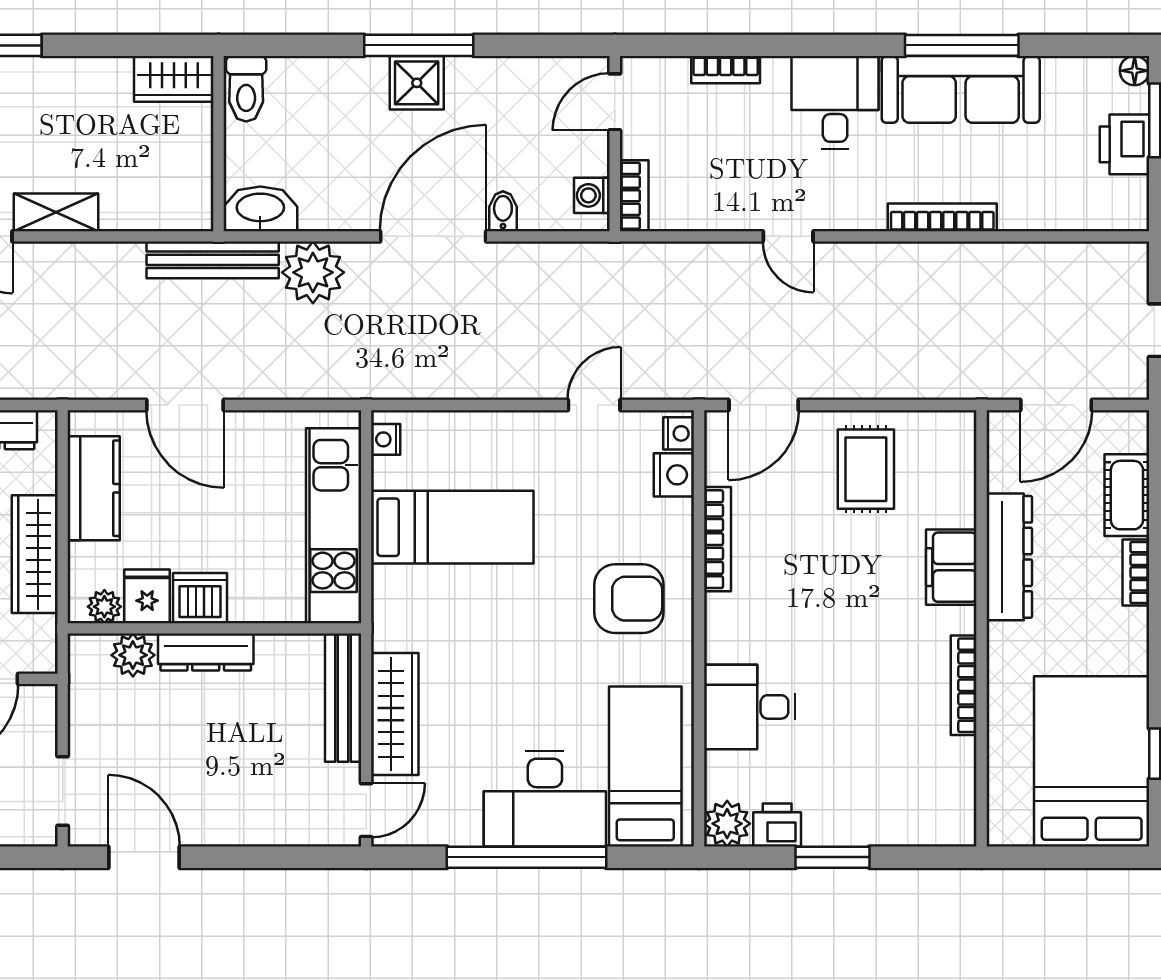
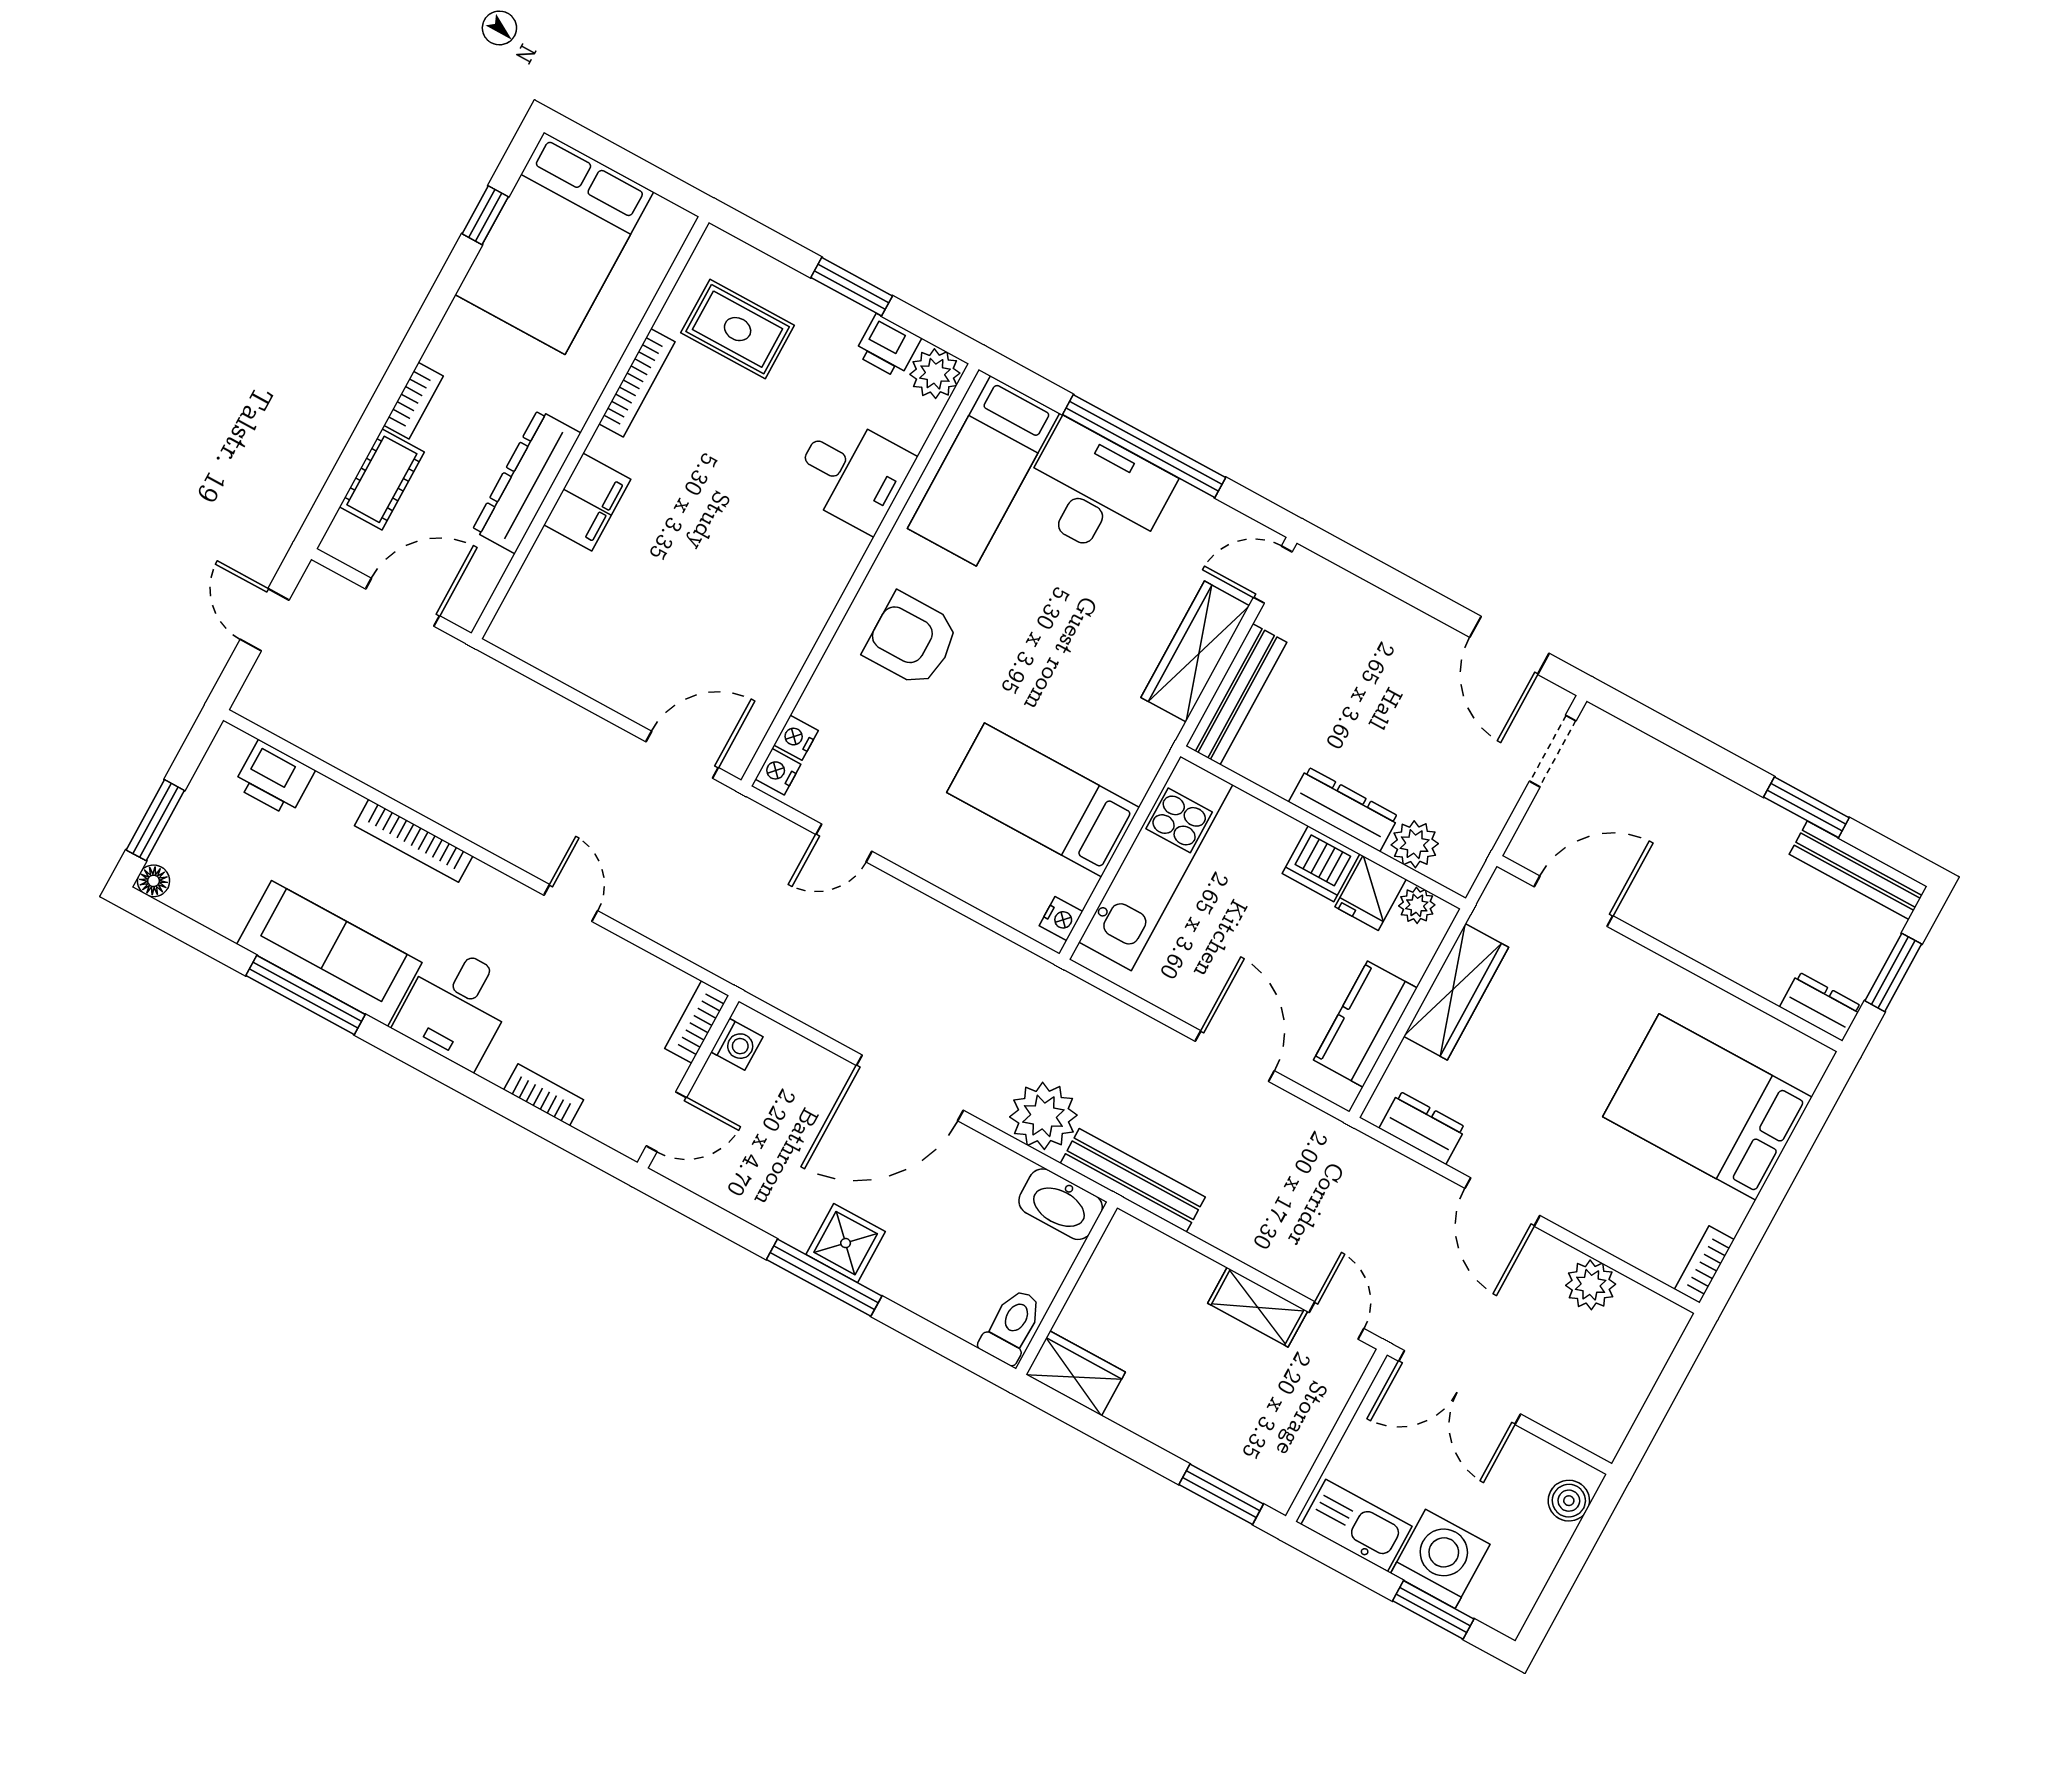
printer: (1124, 144) -> (274, 778), moved, turned 90
bidet: (503, 211) -> (830, 1076), removed
rug: (866, 469) -> (738, 329), moved, turned 90
nightstand: (674, 475) -> (796, 738), width x0.72, depth x0.74
bookcase: (717, 539) -> (796, 650), removed

